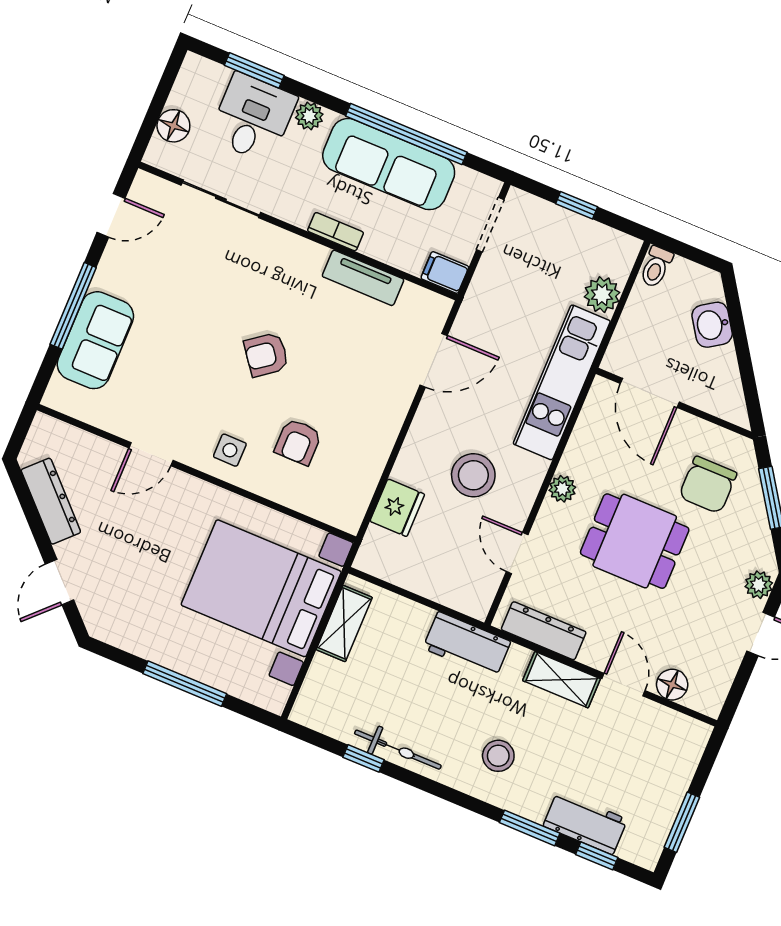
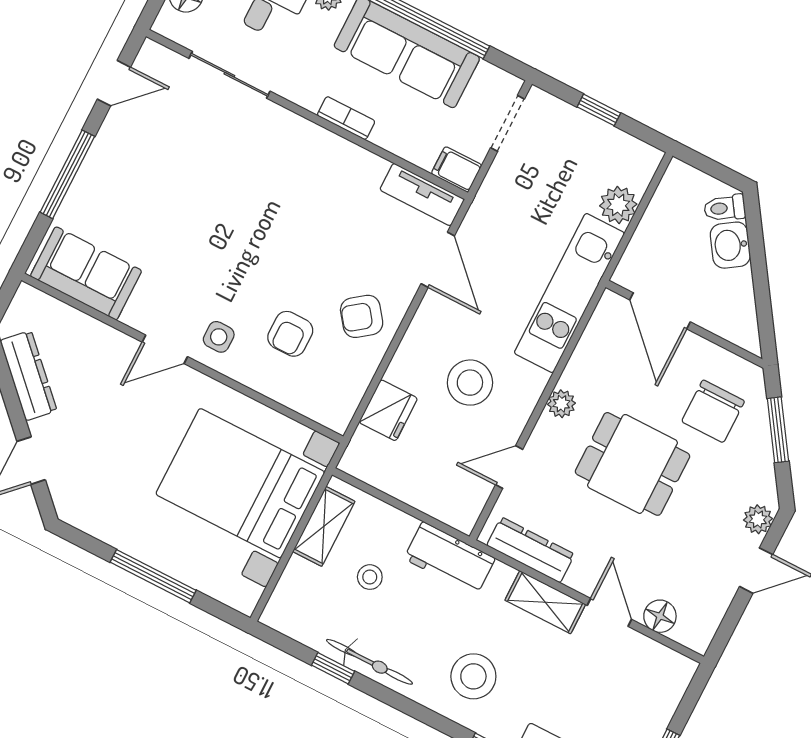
toilet: (656, 267) -> (725, 208), moved, turned 56
tv unit: (363, 278) -> (422, 195), moved
sofa: (95, 340) -> (86, 273), moved, turned -90
armchair: (266, 355) -> (362, 316), moved
door: (434, 360) -> (438, 260), hinge flipped
door: (151, 454) -> (165, 349), moved
door: (517, 553) -> (509, 467), hinge flipped
stool: (392, 668) -> (370, 577), added
stool: (498, 756) -> (473, 676), width x1.38, depth x1.38

